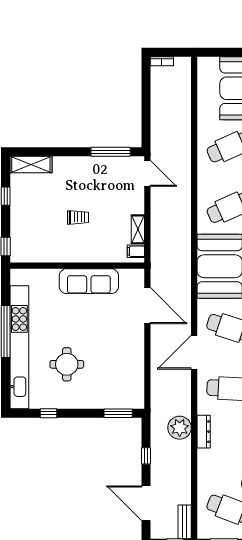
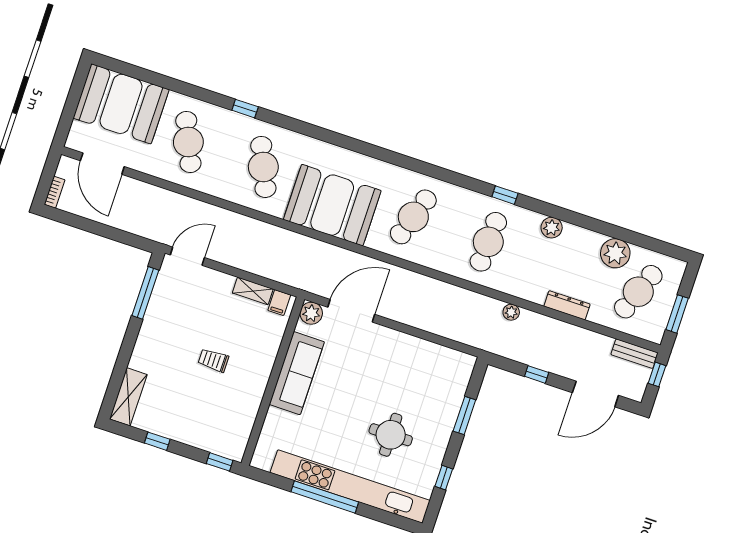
trolley: (78, 217) -> (213, 360), turned -90
plant: (136, 277) -> (311, 313), added
door: (194, 352) -> (102, 164), moved
window: (118, 413) -> (464, 415), moved
plant: (180, 428) -> (511, 312), width x0.53, depth x0.53
dresser: (204, 432) -> (567, 305), moved

